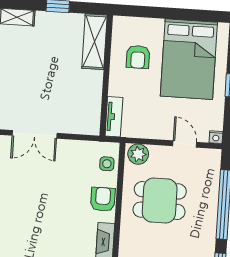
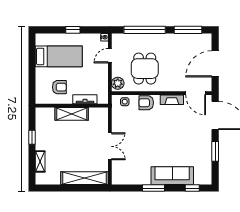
shelving: (94, 42) -> (72, 114), moved
bed: (189, 59) -> (59, 56), width x0.67
tv unit: (114, 117) -> (85, 99), moved

